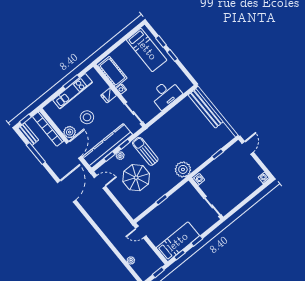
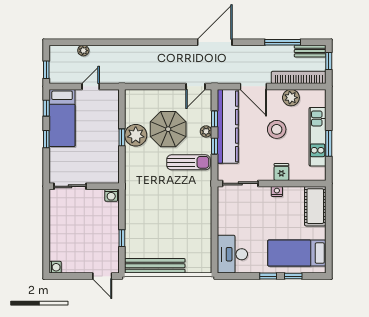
cot: (112, 72) -> (315, 206), moved, turned 90
desk: (166, 94) -> (232, 254), moved
bench: (206, 108) -> (155, 266), moved
plant: (70, 132) -> (291, 98), moved
plant: (183, 169) -> (136, 135), moved
door: (67, 191) -> (215, 42), swing flipped
door: (141, 232) -> (91, 86), moved

